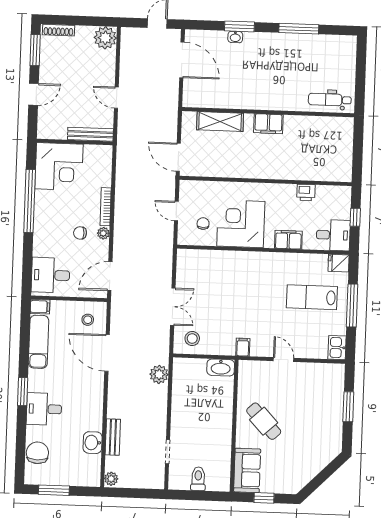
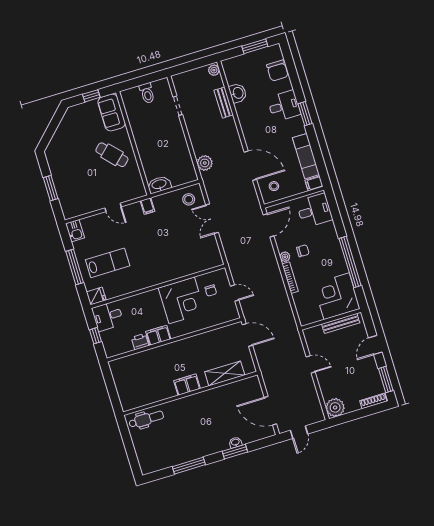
bench: (90, 134) -> (341, 323), moved
filing cabinet: (288, 240) -> (158, 335), moved, turned 180

